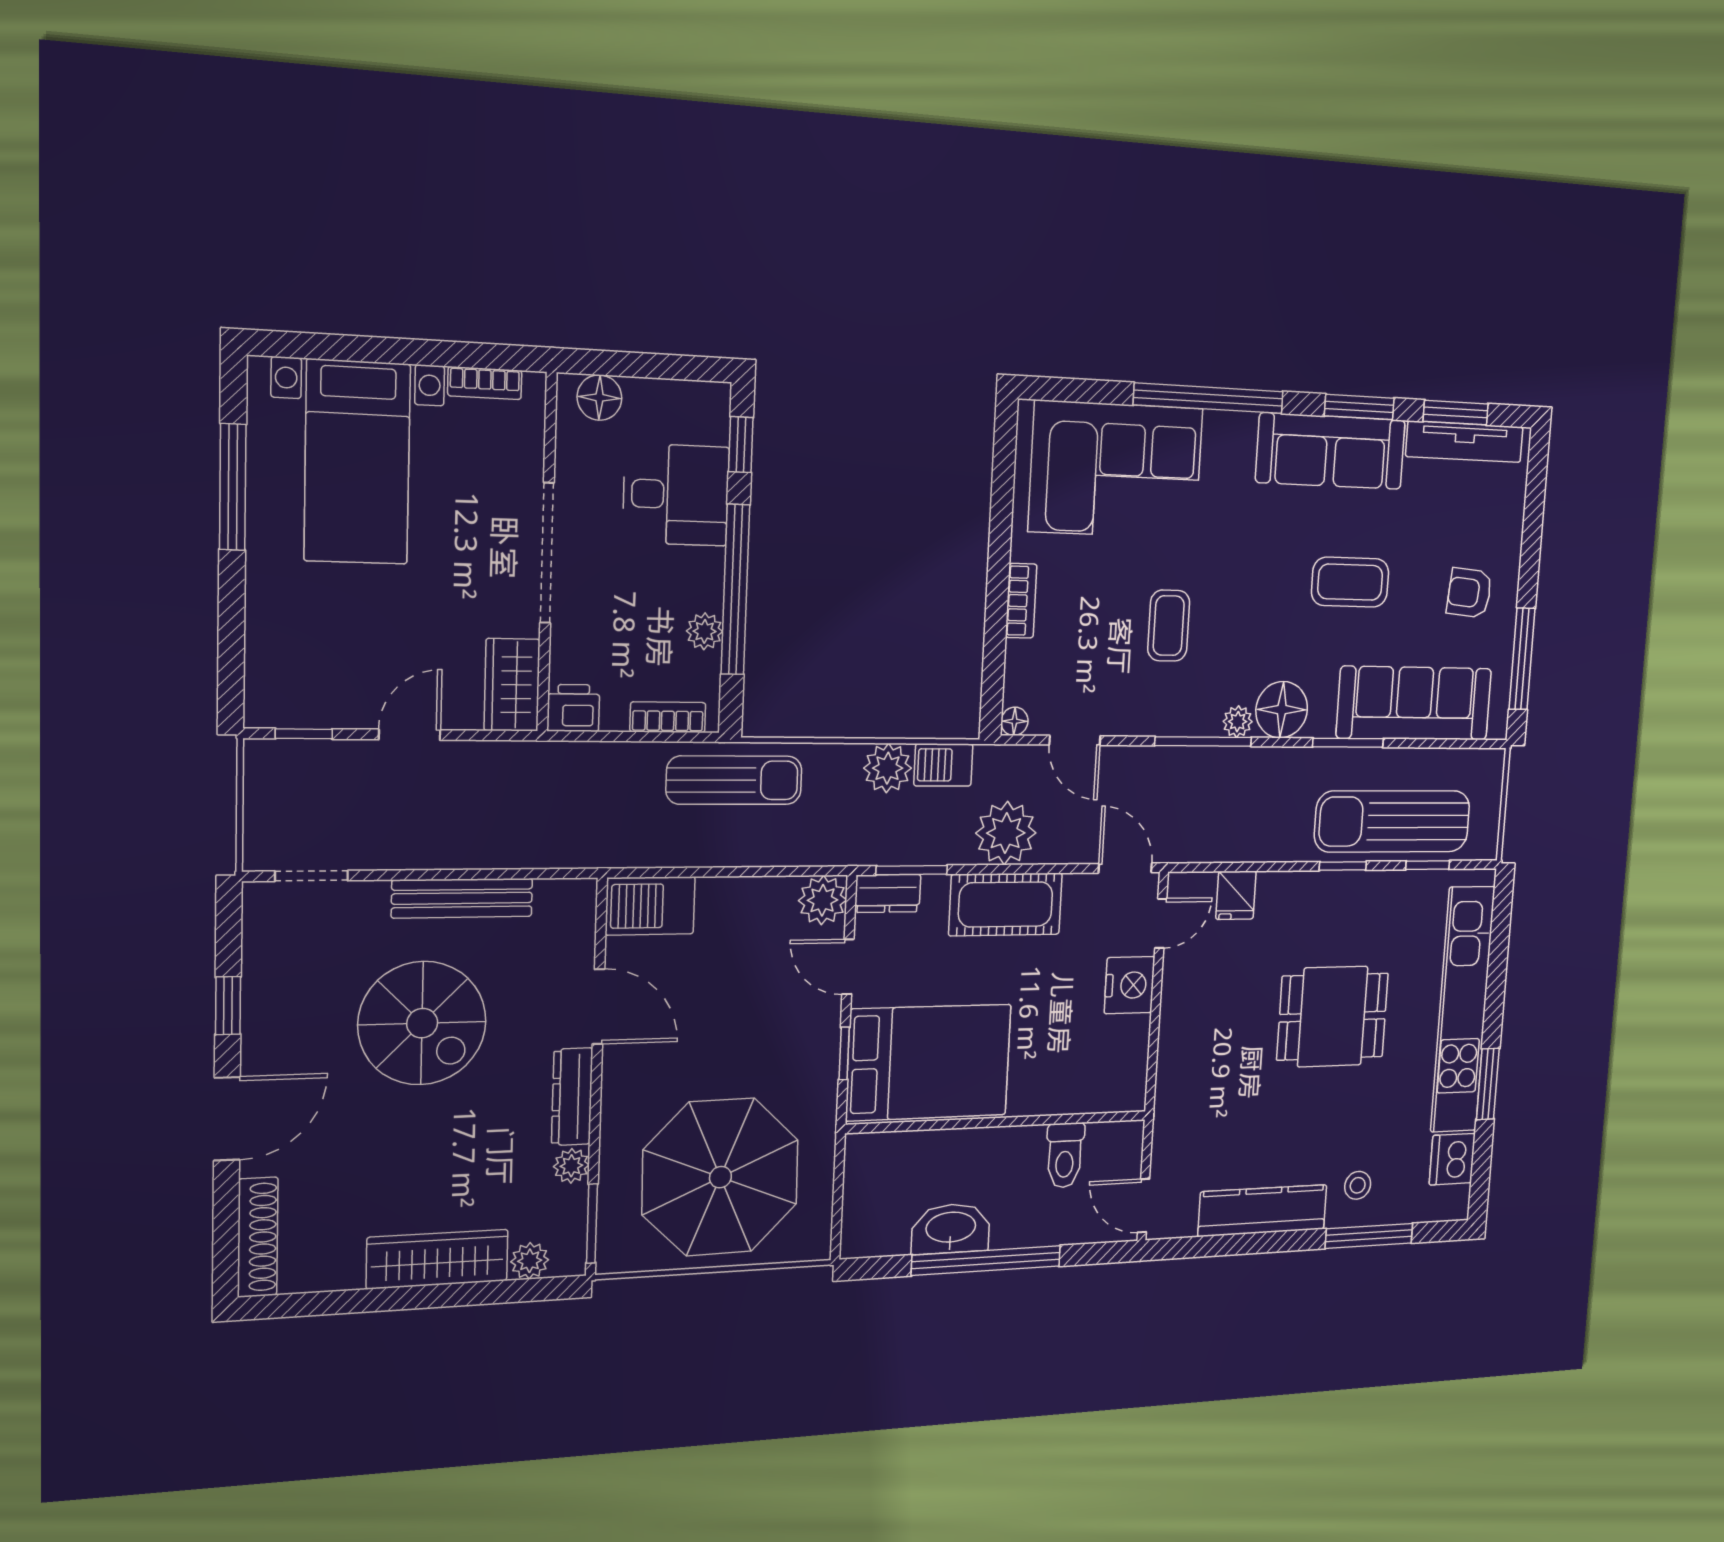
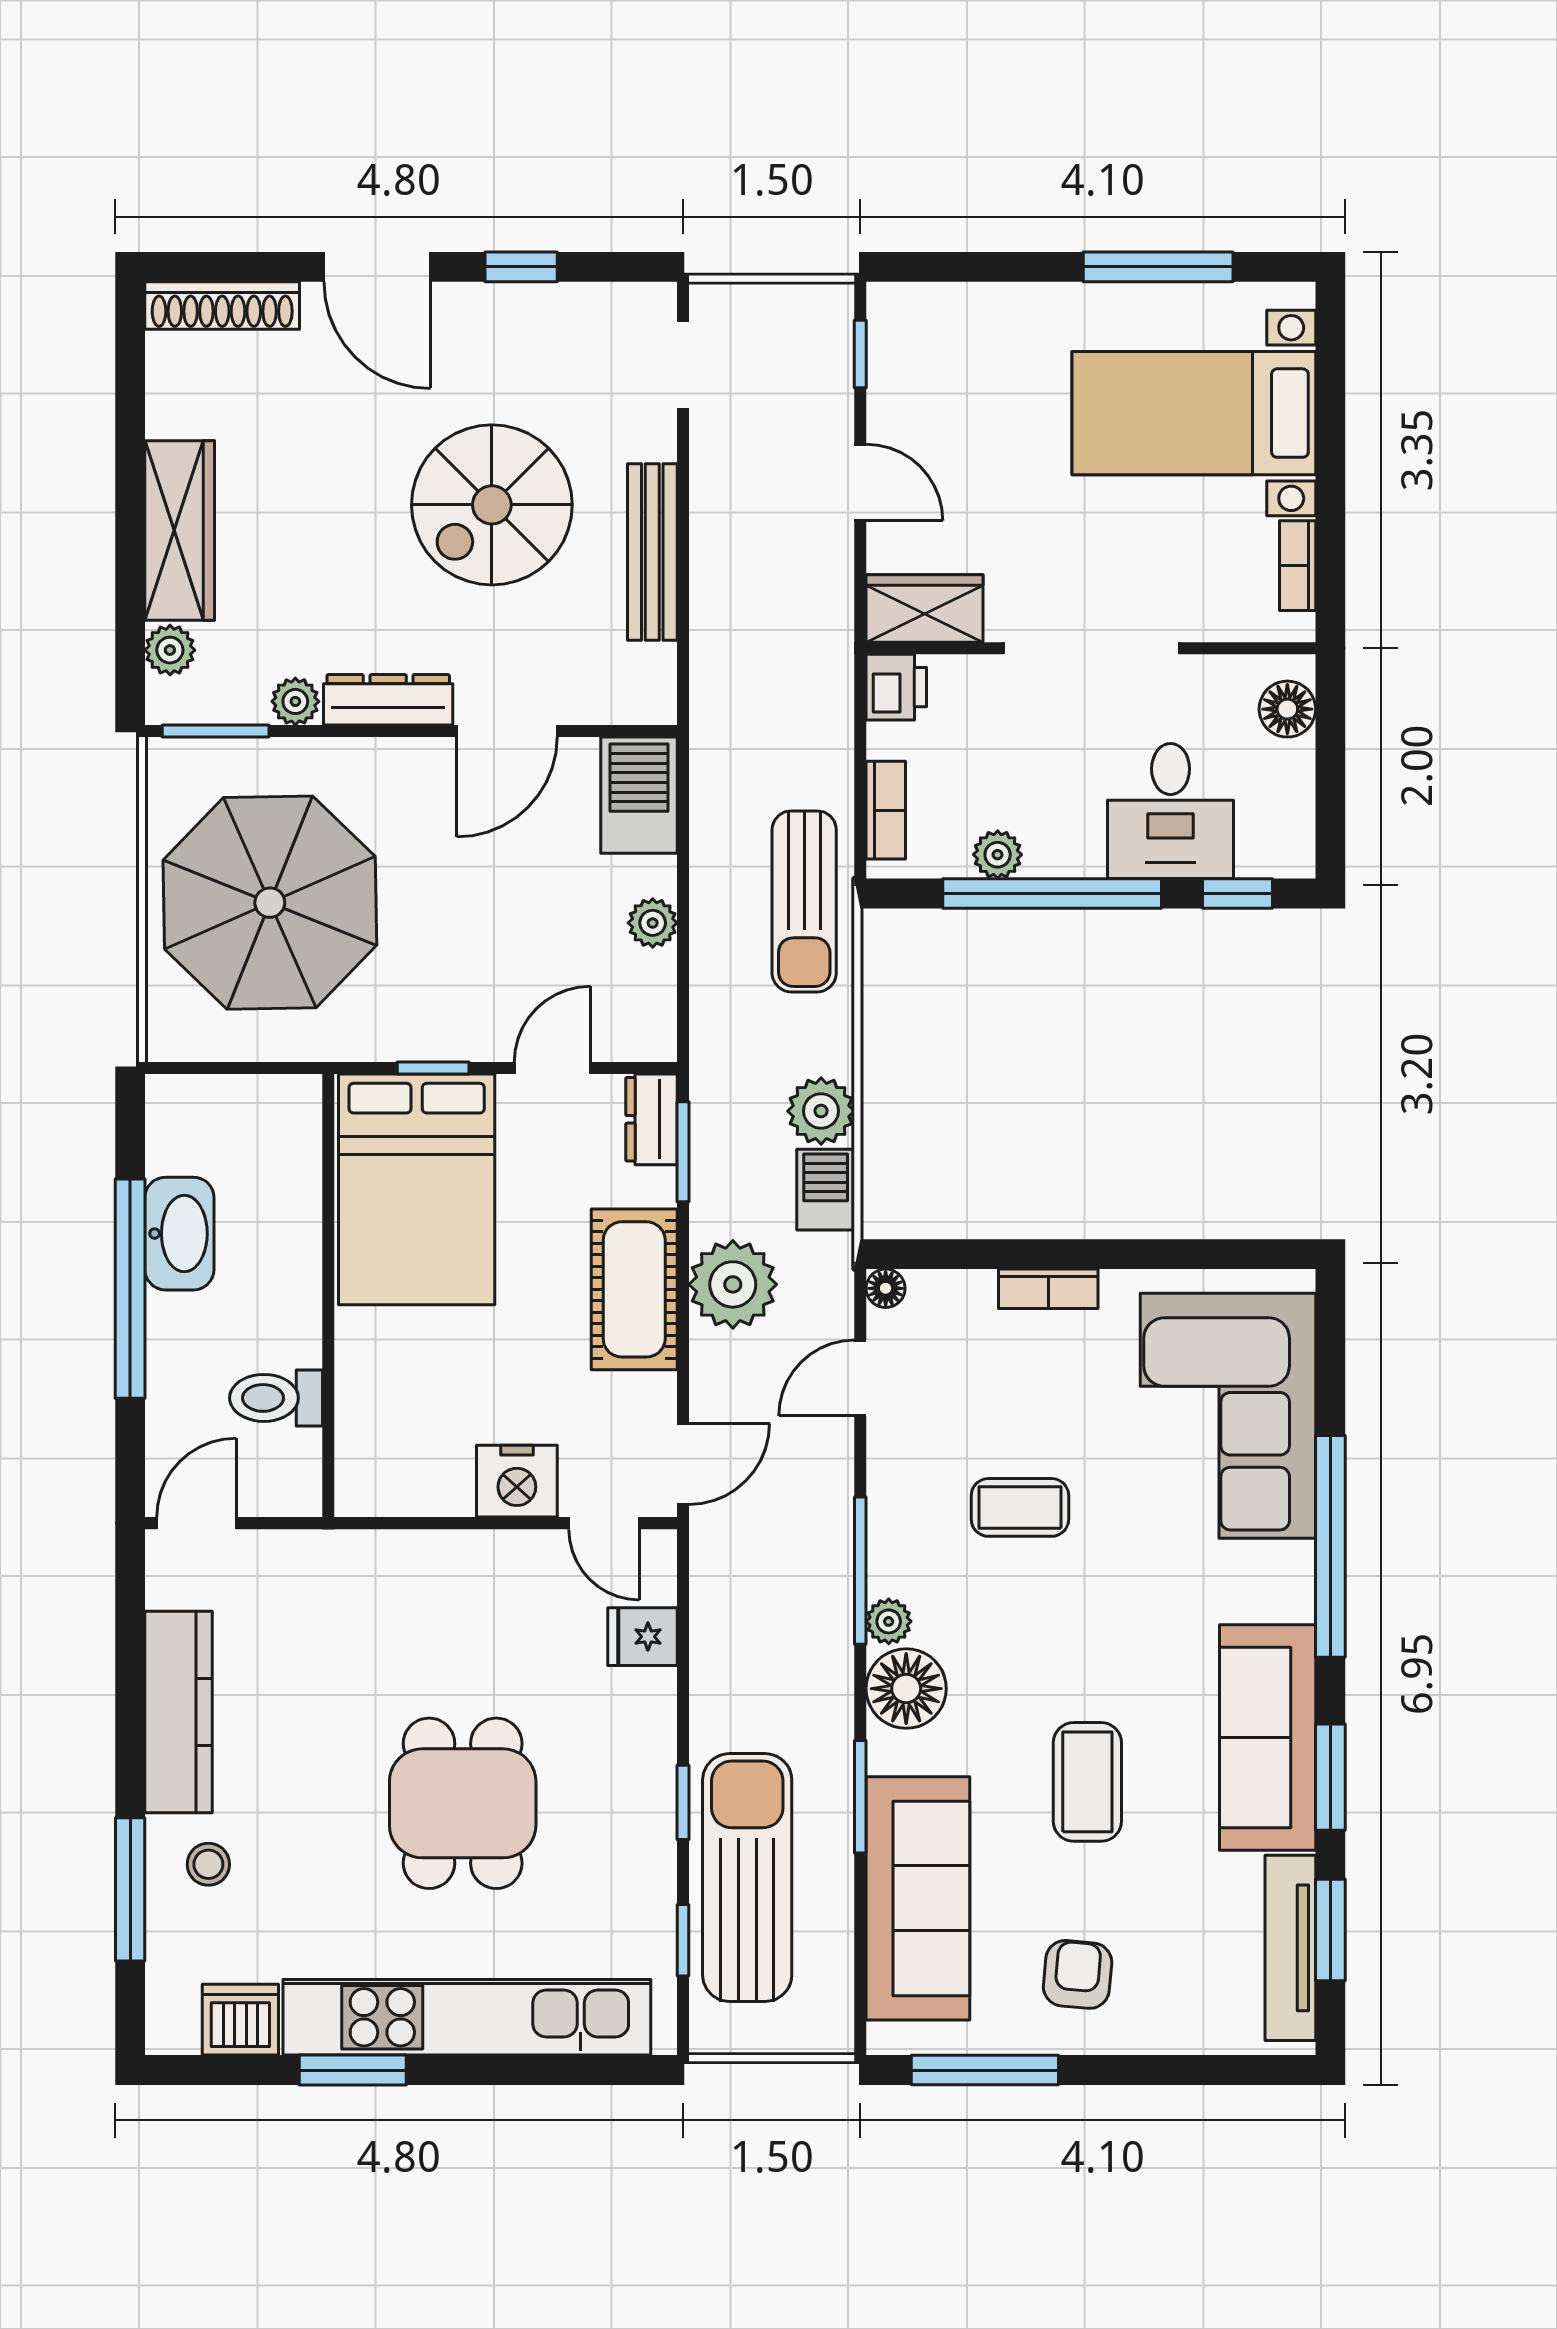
plant: (823, 900) -> (653, 923), moved, width x0.73, depth x0.73

